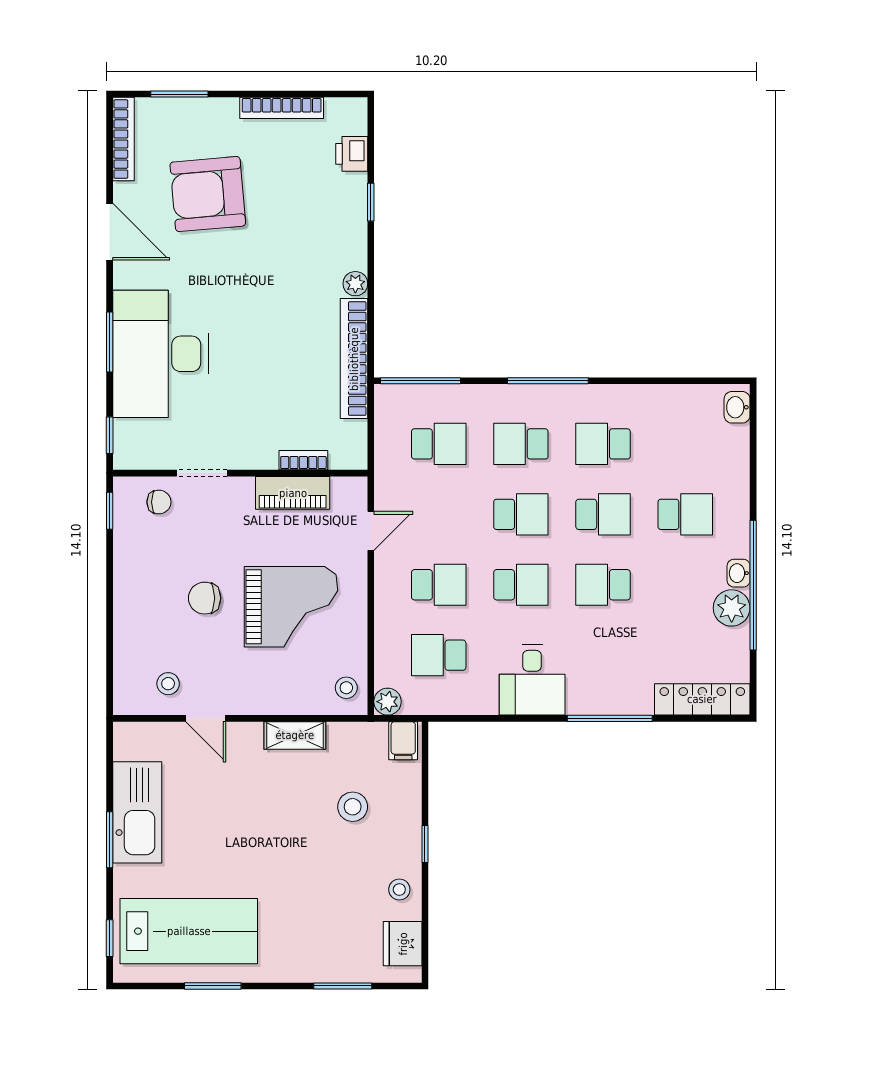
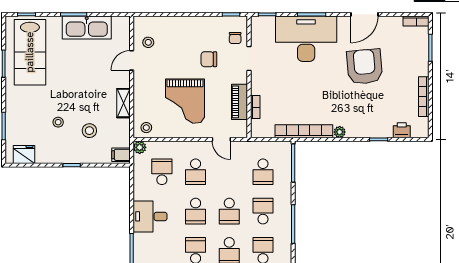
bookcase: (123, 139) -> (416, 21), width x0.64
armchair: (208, 194) -> (365, 67), moved
chair: (205, 598) -> (209, 59), moved, turned -90
stool: (399, 890) -> (58, 122), moved

